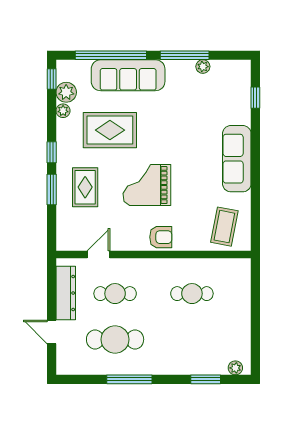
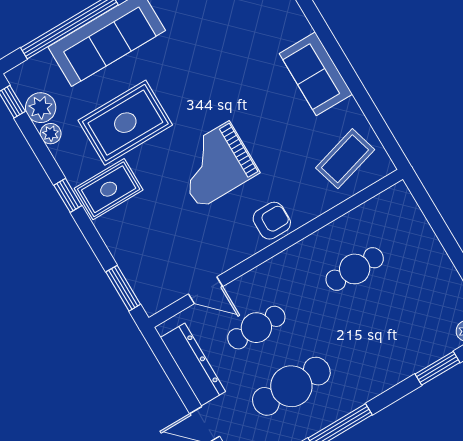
sofa: (237, 159) -> (316, 74), width x0.73
rug: (85, 187) -> (109, 189), moved, turned 90
window: (52, 189) -> (123, 288), moved
coffee table: (224, 227) -> (345, 159), turned 63
door: (99, 255) -> (205, 290), swing flipped

